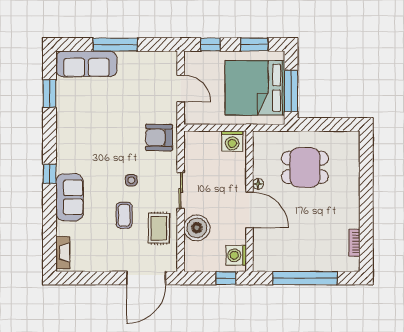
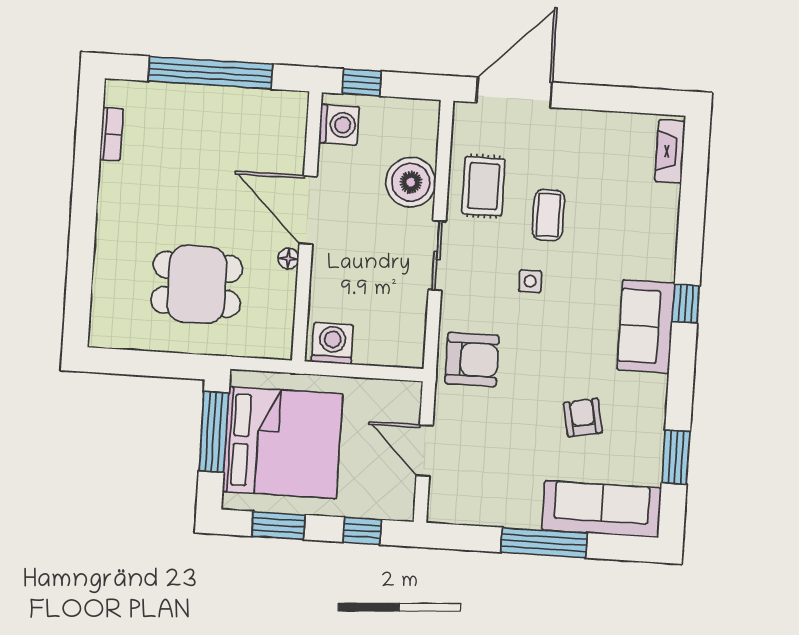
armchair: (99, 111) -> (583, 418), added
sofa: (70, 197) -> (646, 326), moved

